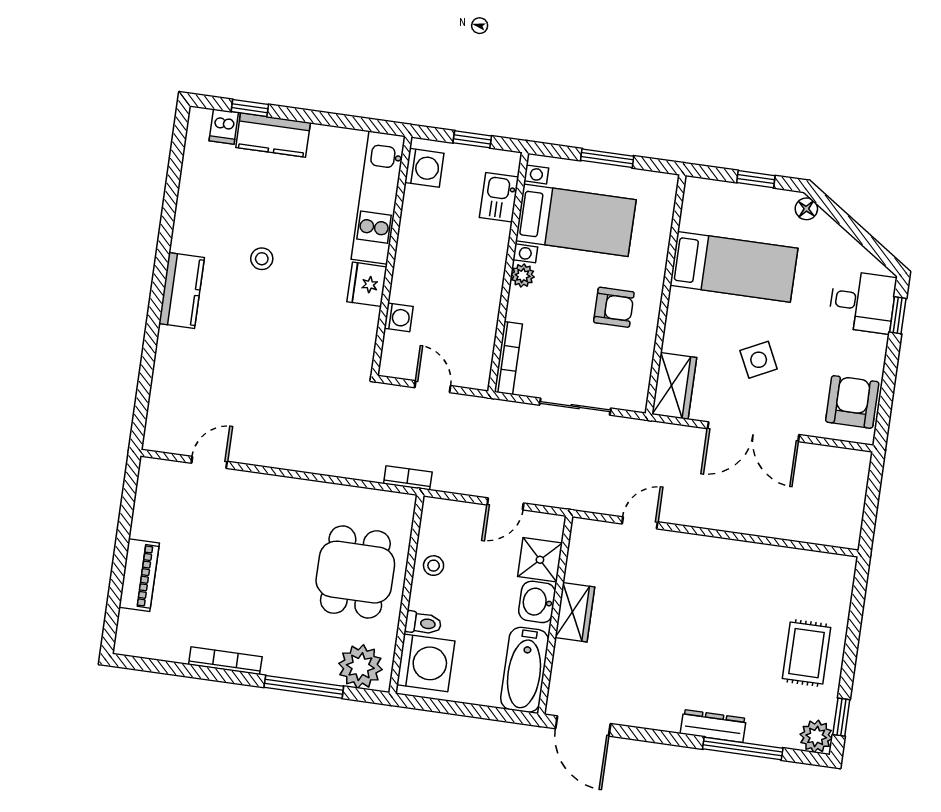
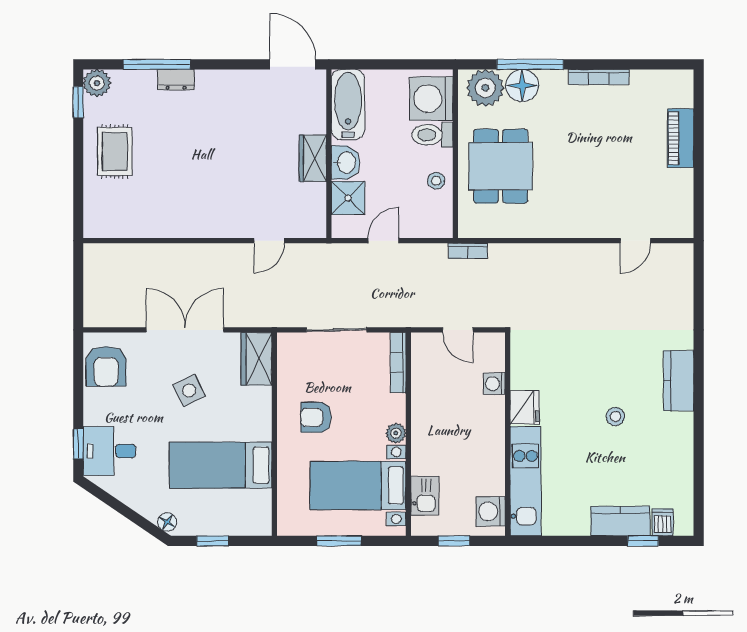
toilet: (423, 623) -> (432, 135), width x1.37, depth x1.39
floor lamp: (317, 663) -> (522, 86), added
dresser: (713, 726) -> (176, 80), width x0.70

